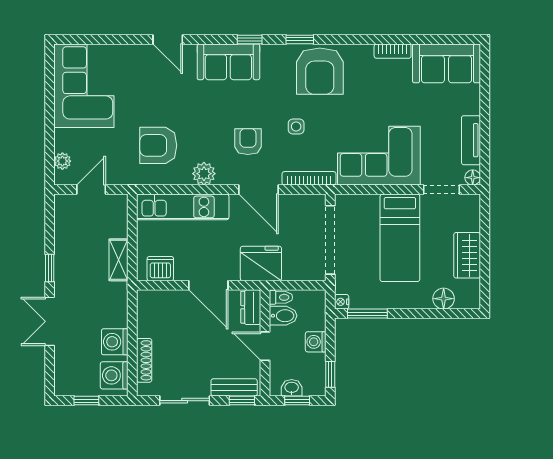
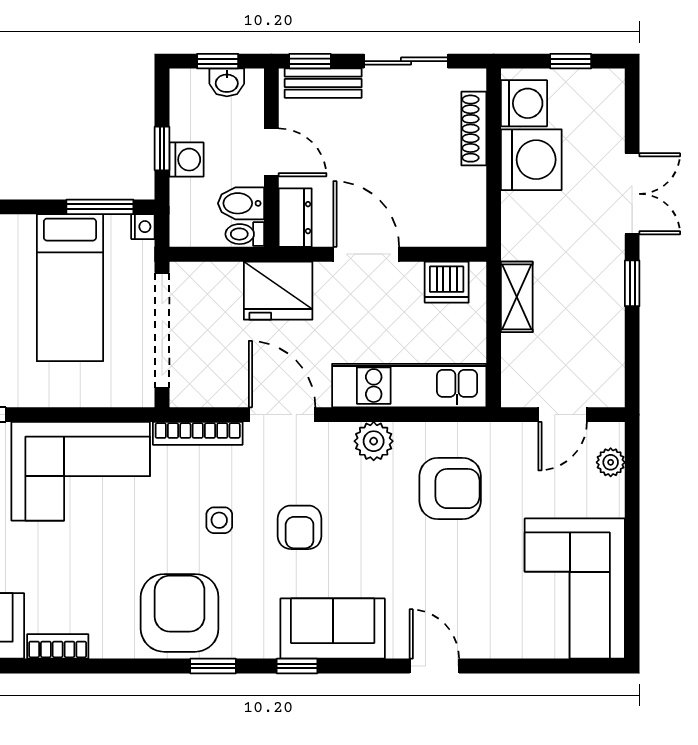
armchair: (248, 142) -> (300, 527), moved
bed: (400, 238) -> (70, 288), moved, turned 180
washing machine: (115, 342) -> (531, 160), width x1.37, depth x1.37
window: (330, 374) -> (162, 148), moved

